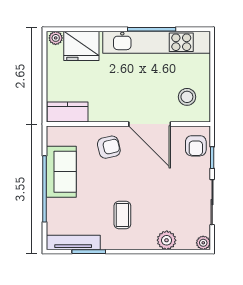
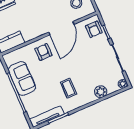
door: (150, 124) -> (61, 28), hinge flipped
armchair: (109, 147) -> (43, 52), turned -77

